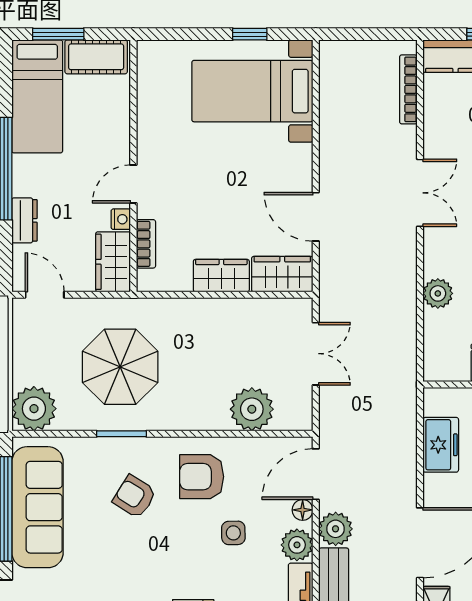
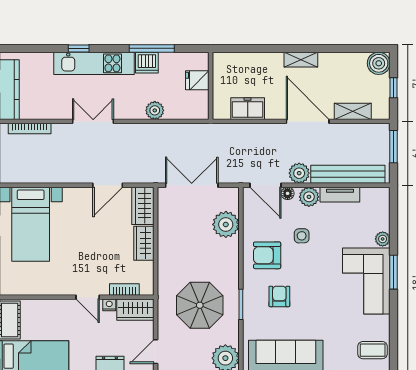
double door: (316, 354) -> (192, 185), width x1.37
armchair: (202, 477) -> (267, 255), turned 90
armchair: (135, 497) -> (279, 296), turned 148

